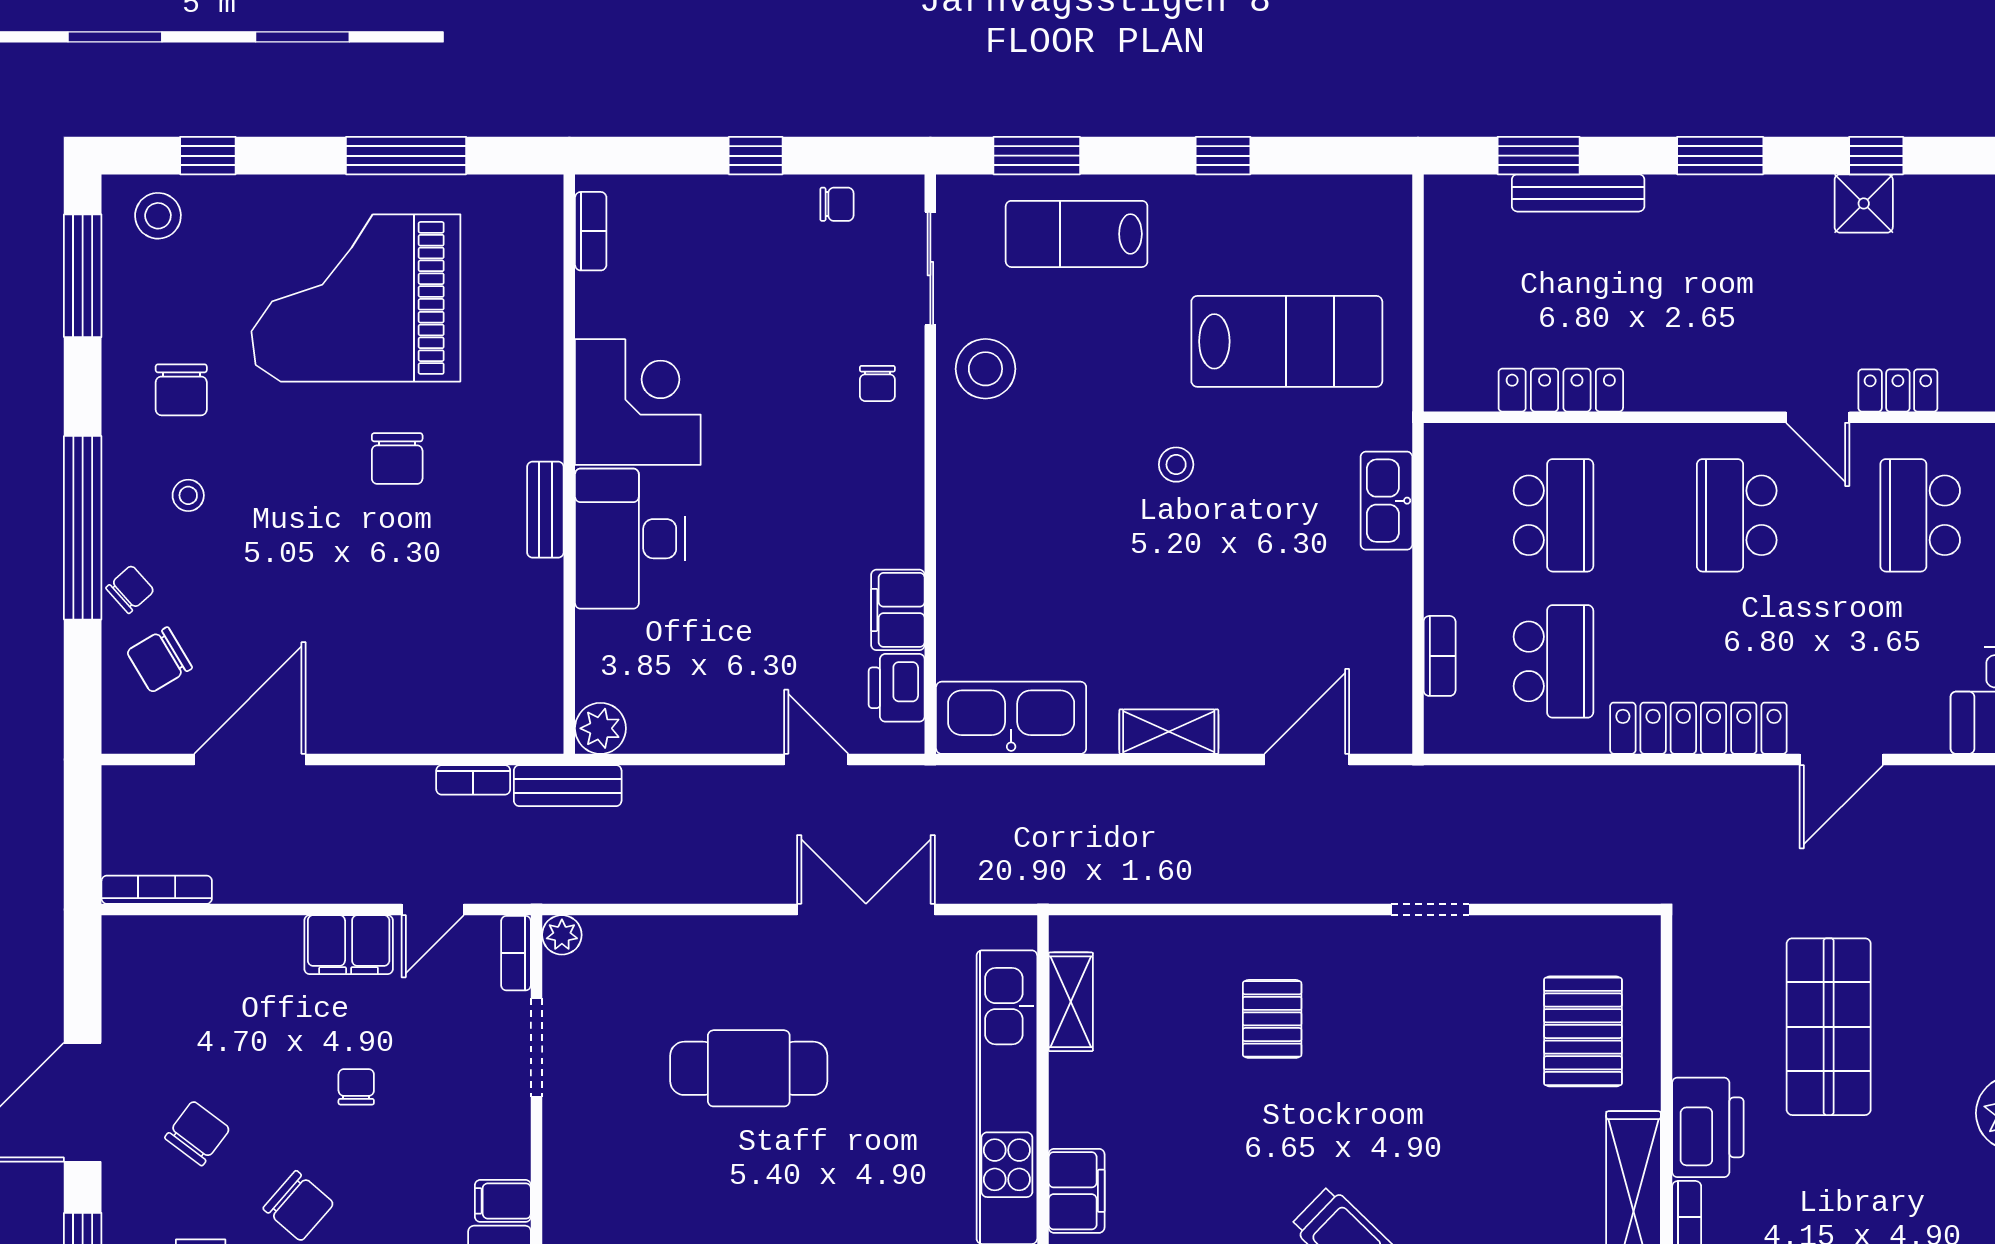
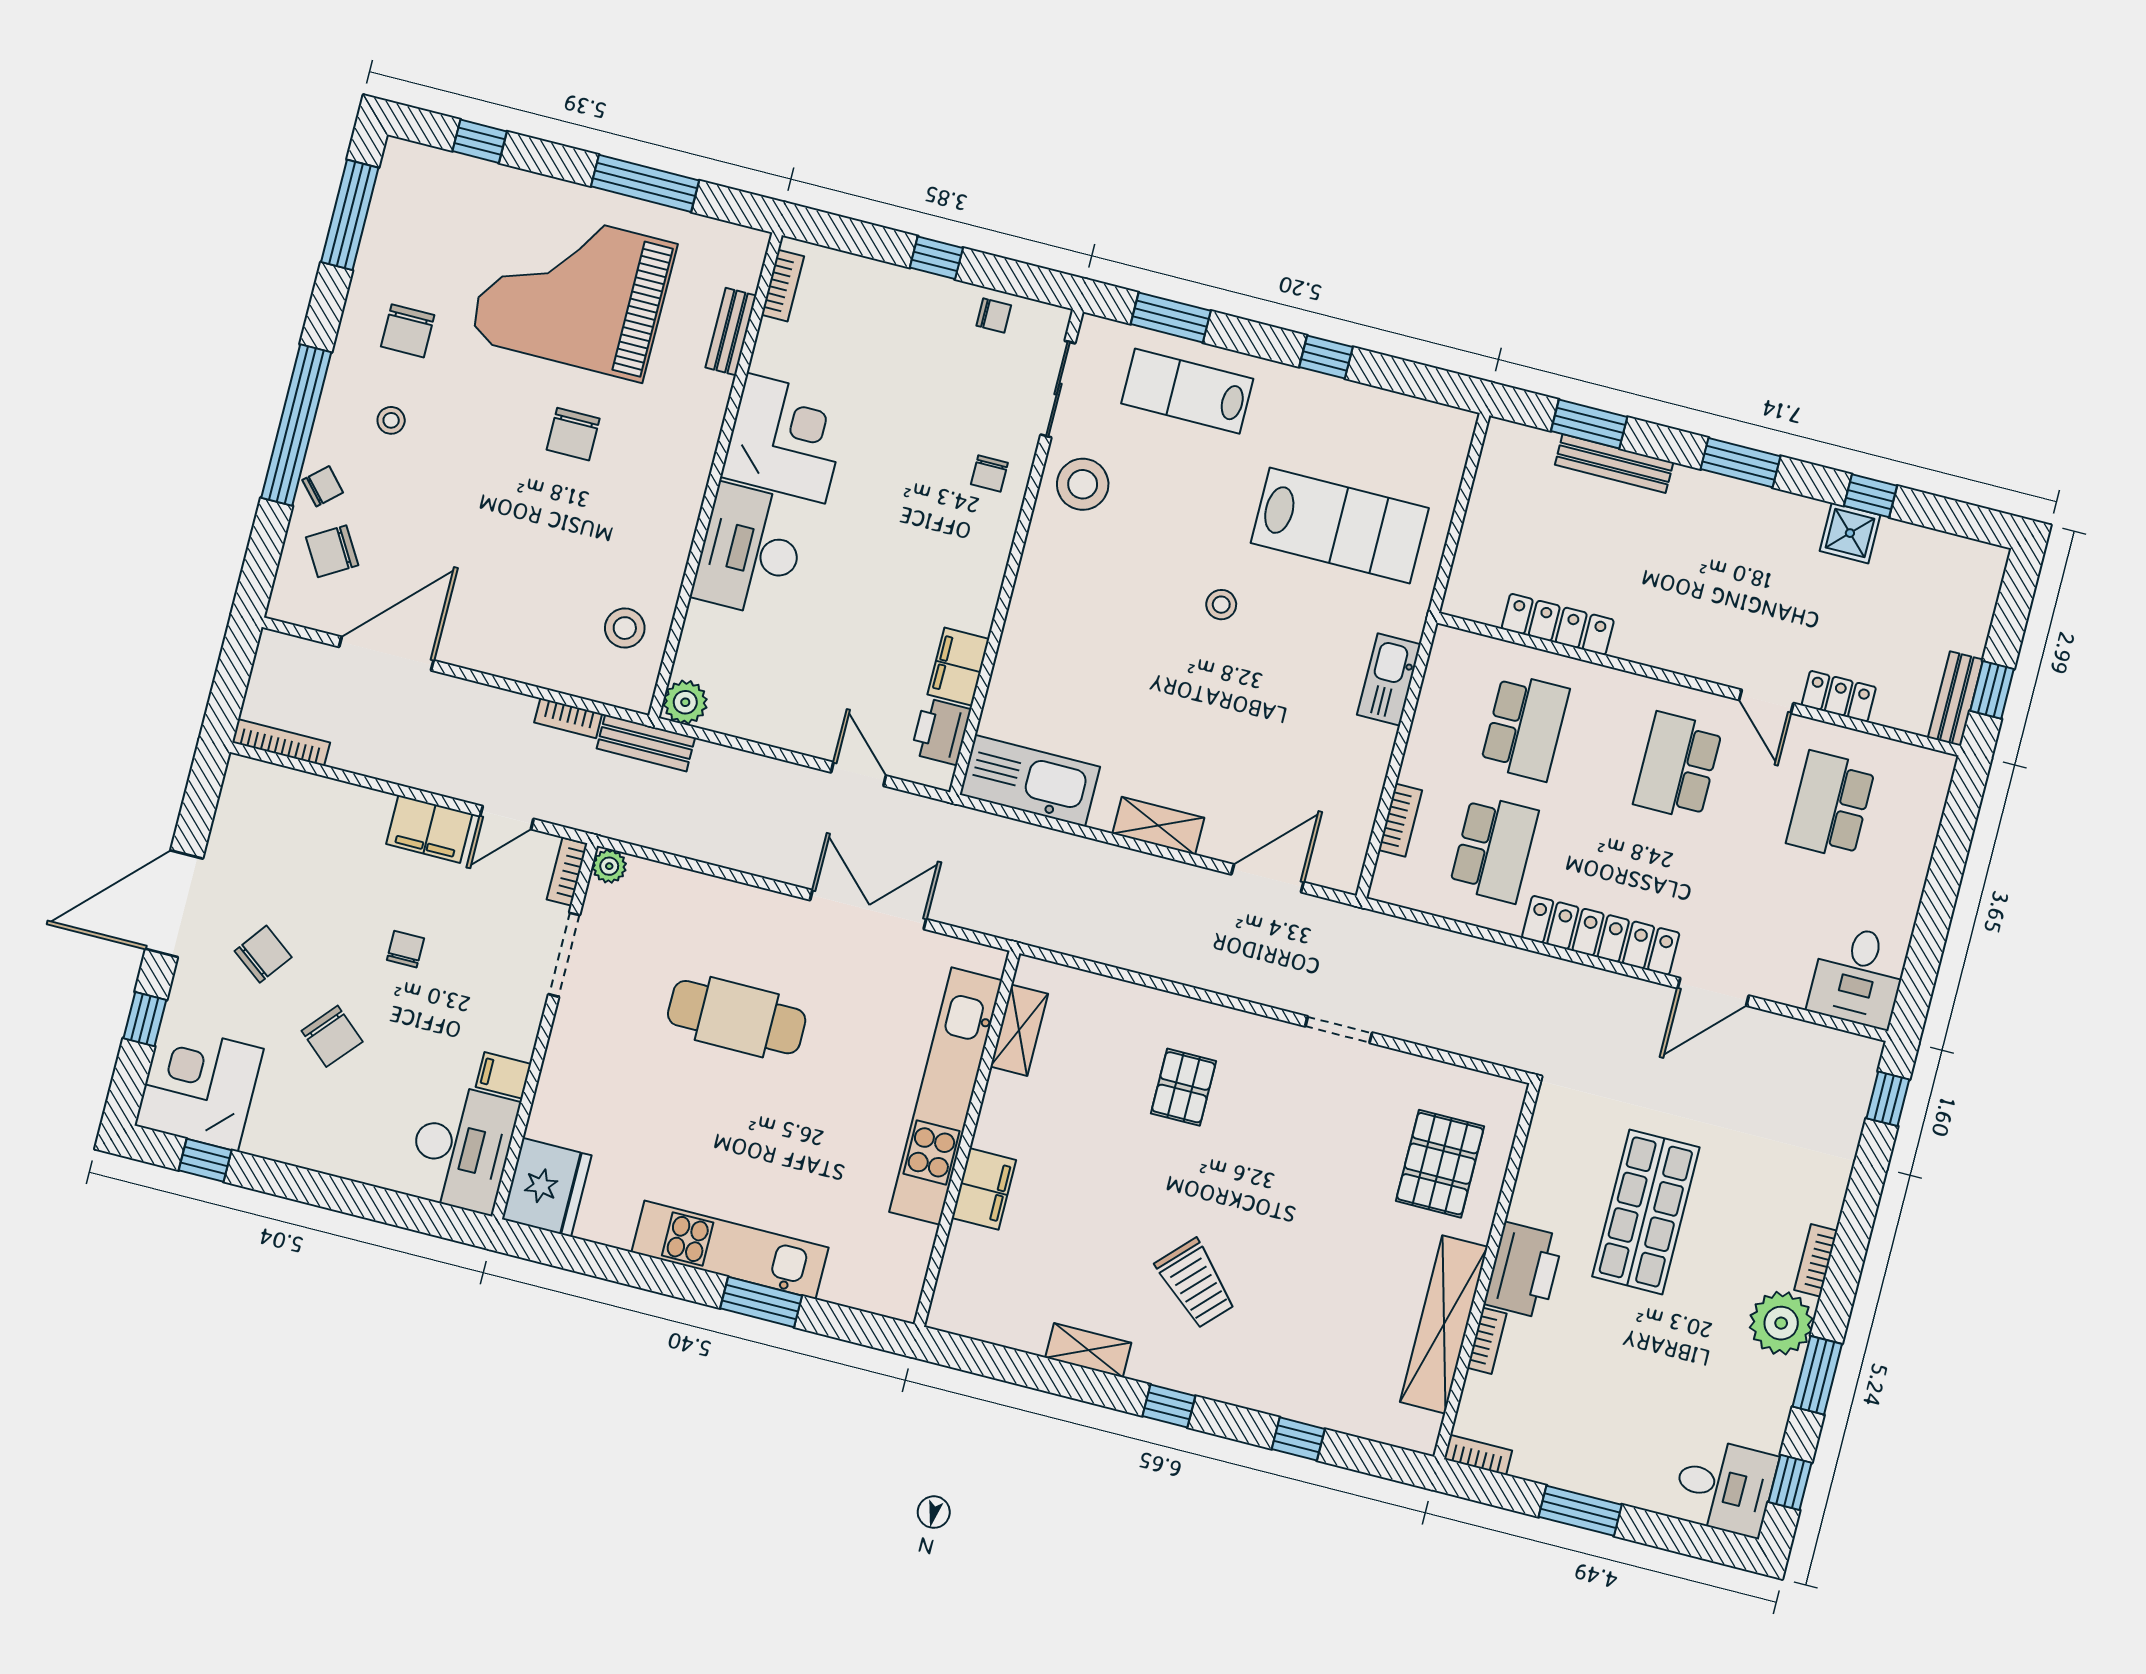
stool: (158, 216) -> (625, 628), moved
bench: (545, 510) -> (731, 332), moved

